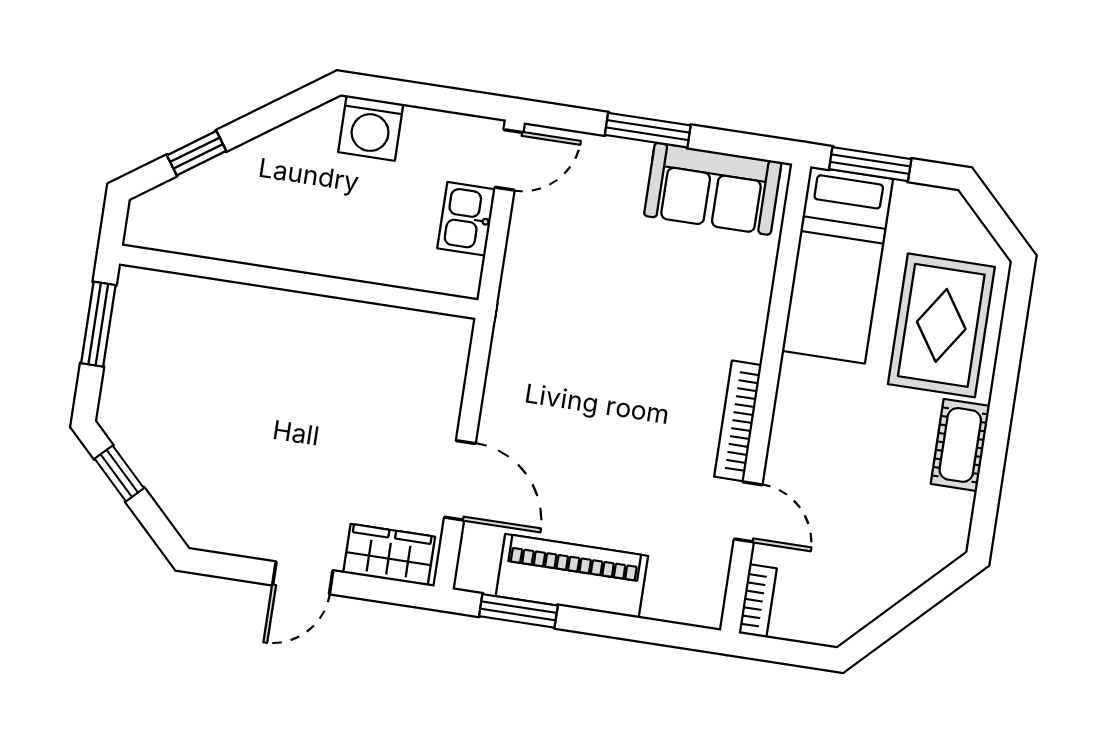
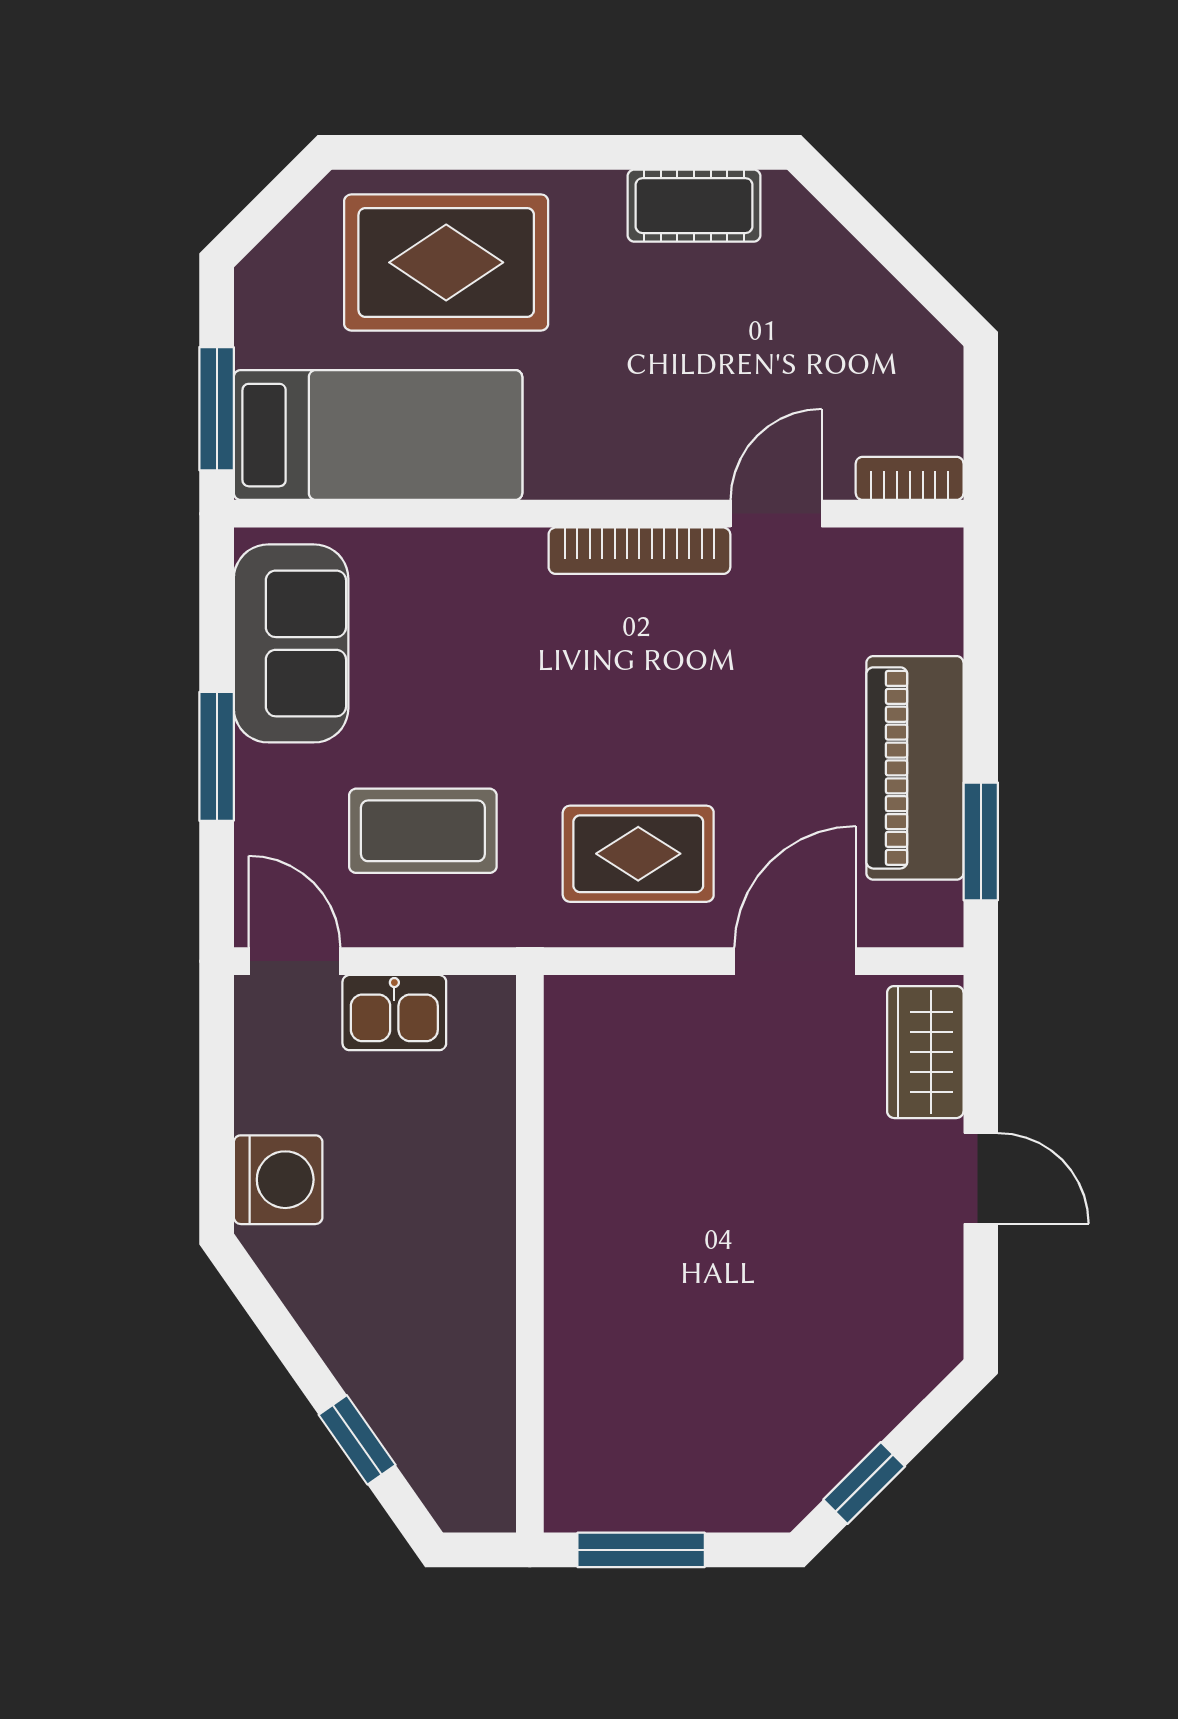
coffee table: (580, 255) -> (423, 831), added
rug: (544, 390) -> (638, 854), added
cot: (960, 445) -> (694, 206), moved

